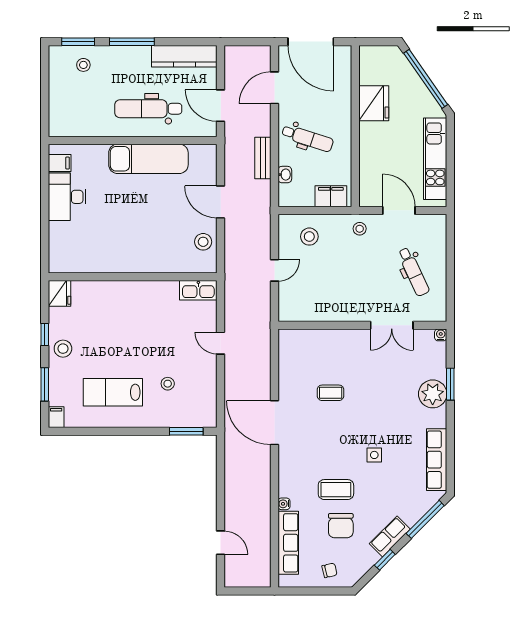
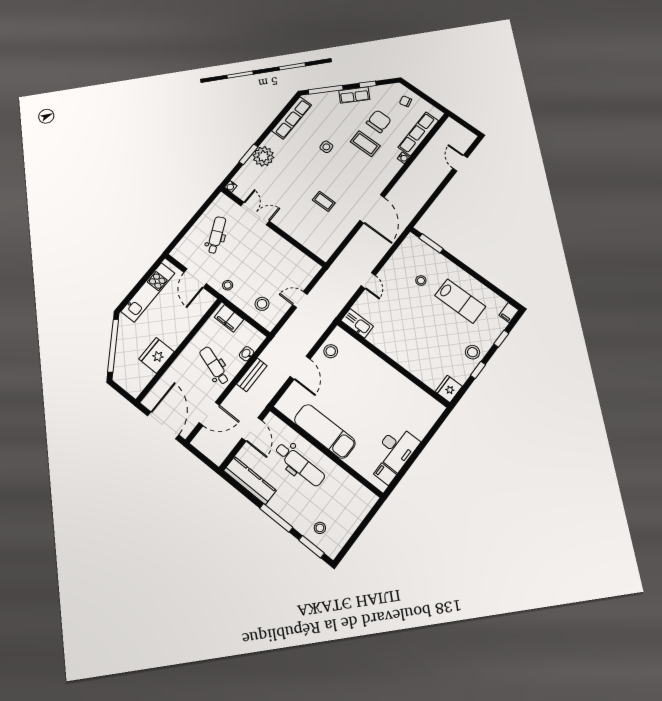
window: (45, 384) -> (501, 339), width x0.67

